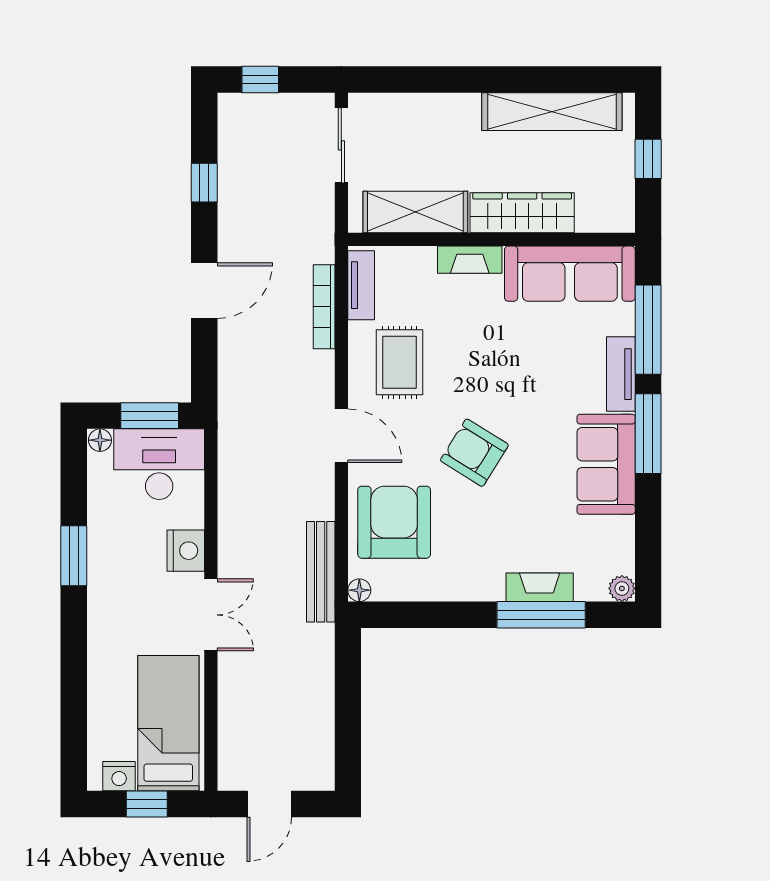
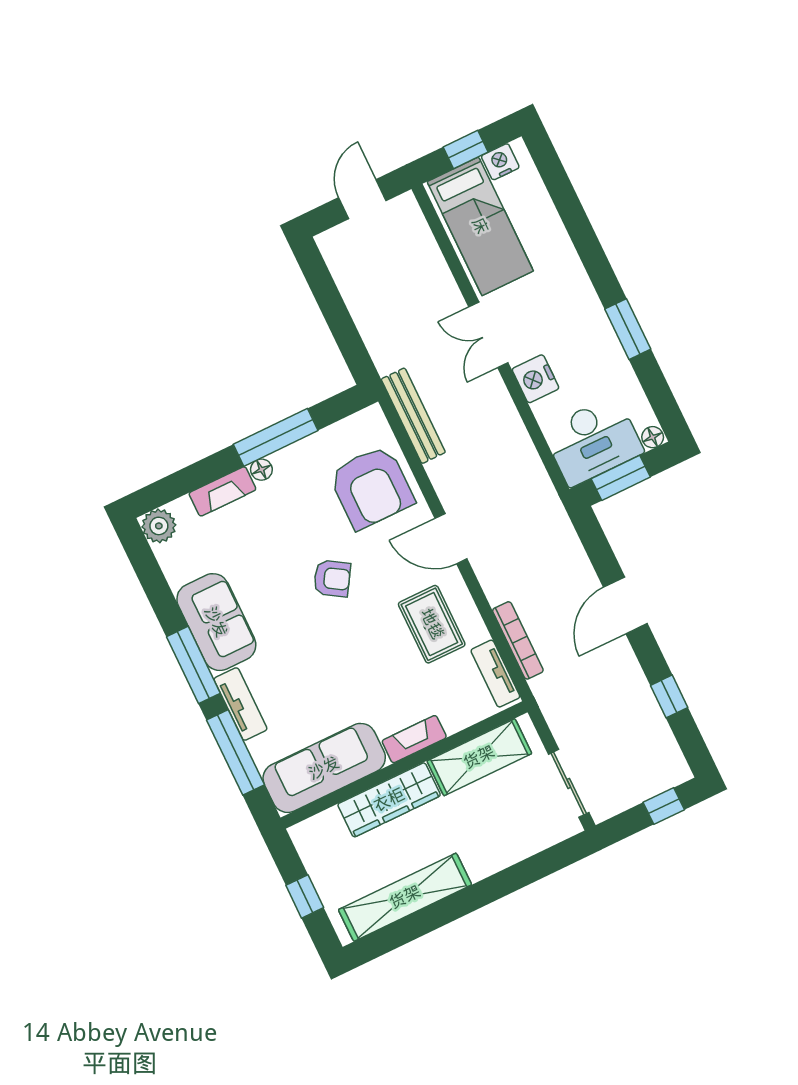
armchair: (474, 453) -> (332, 578), width x0.72, depth x0.72
plant: (622, 588) -> (159, 526), width x1.38, depth x1.38
floor lamp: (359, 590) -> (261, 470), moved
window: (541, 615) -> (276, 437), moved

